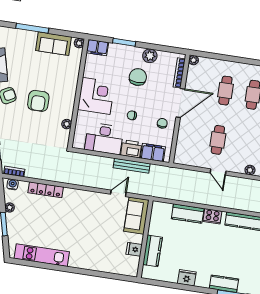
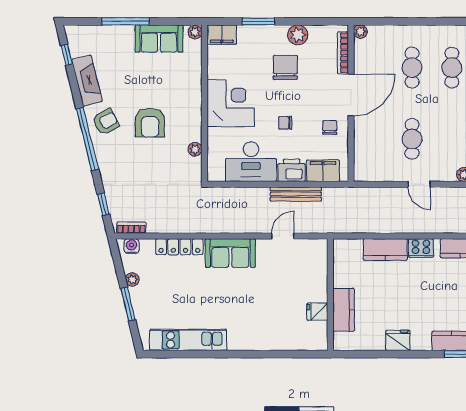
sofa: (136, 216) -> (230, 253), moved, turned -90

